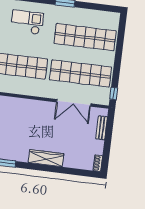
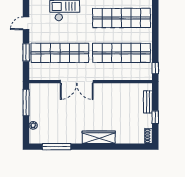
double door: (74, 103) -> (77, 82), moved
window: (107, 145) -> (155, 117), added

